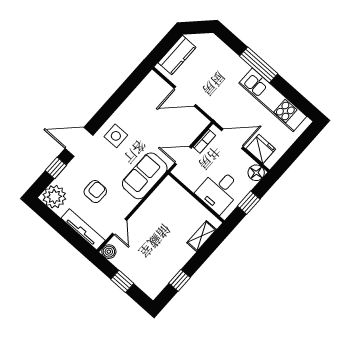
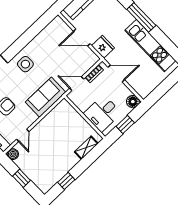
fridge: (261, 149) -> (103, 47), moved

